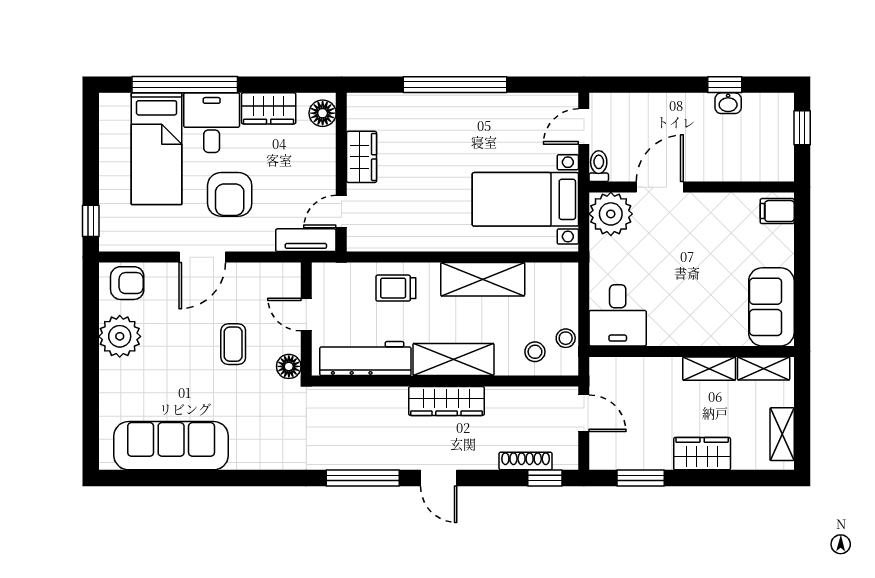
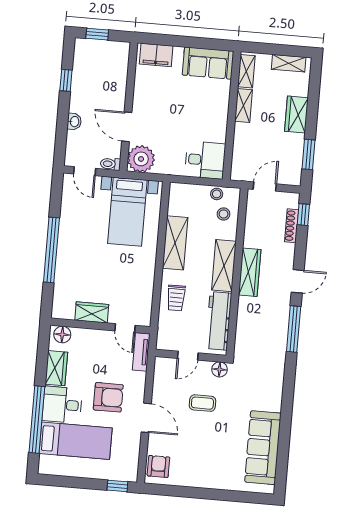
washbasin: (728, 103) -> (74, 122), moved
filing cabinet: (777, 211) -> (156, 55), width x2.00
plant: (120, 336) -> (191, 474), removed

